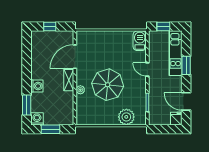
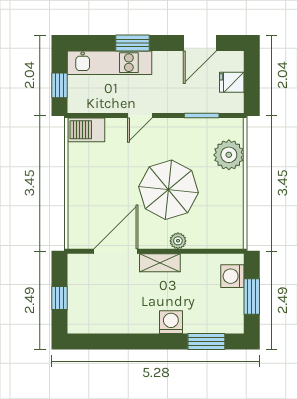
door: (75, 57) -> (116, 251), swing flipped
washing machine: (37, 119) -> (232, 276), moved
fridge: (176, 119) -> (232, 82), moved

